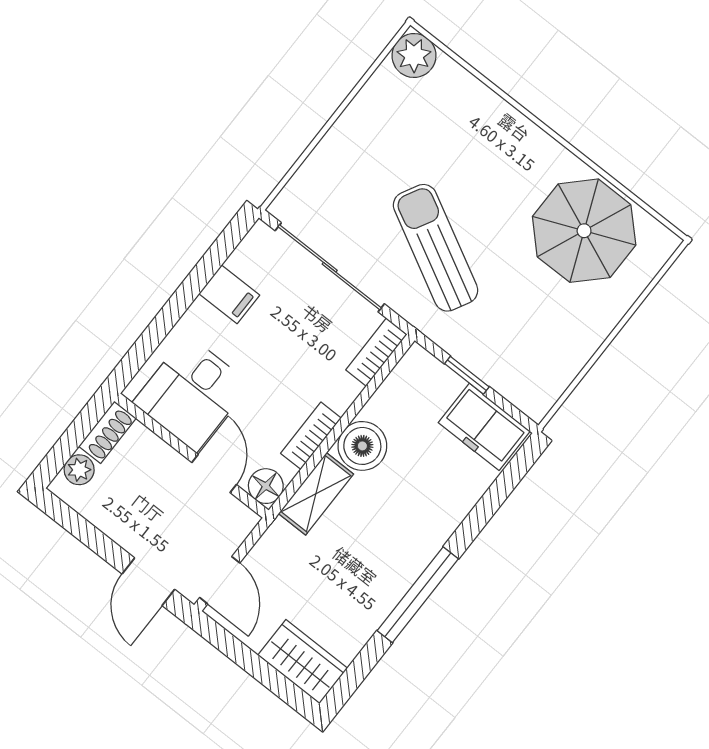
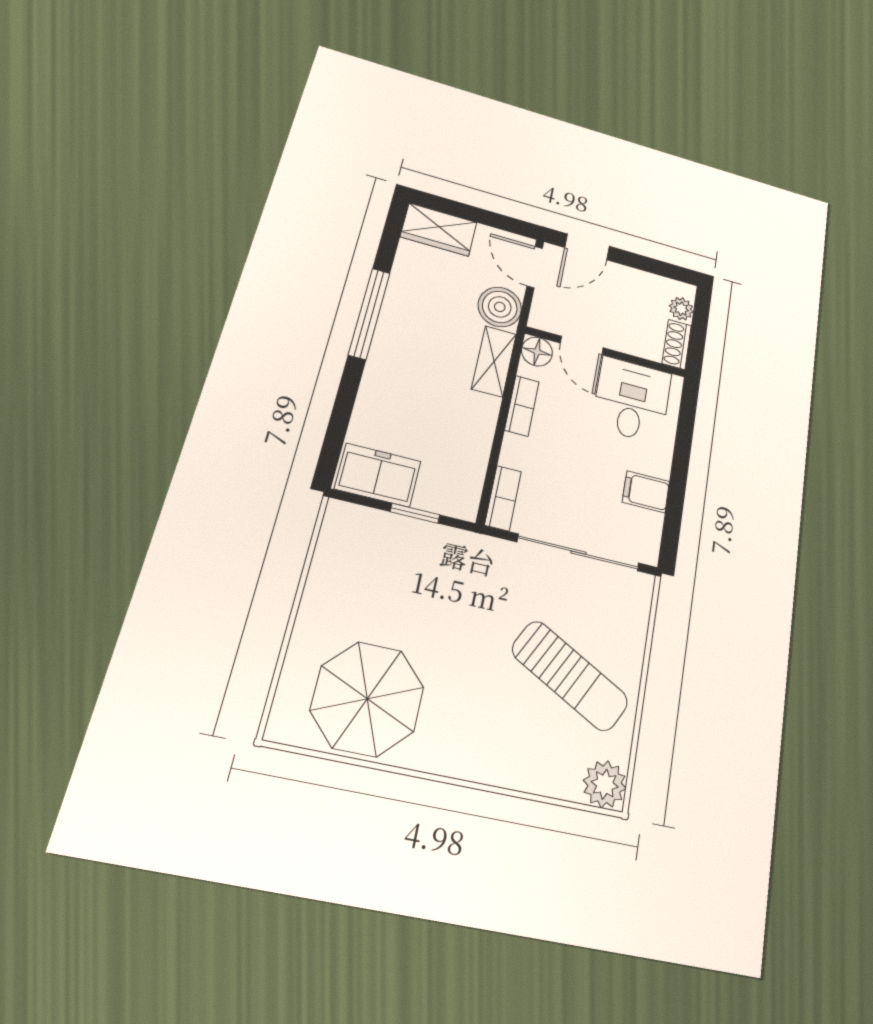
sun lounger: (436, 248) -> (570, 676), moved
boiler: (362, 446) -> (500, 307), moved
door: (148, 582) -> (587, 247), swing flipped

